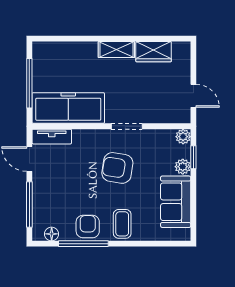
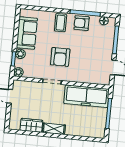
tv unit: (52, 137) -> (98, 80), removed
armchair: (117, 168) -> (60, 57), turned 81
armchair: (88, 226) -> (82, 23), turned 90

